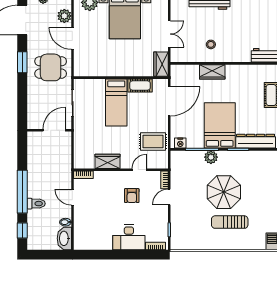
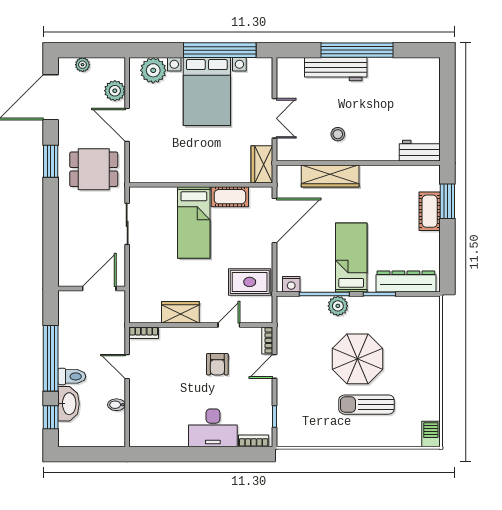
wardrobe: (212, 72) -> (330, 176), width x1.50
bed: (220, 125) -> (351, 258), width x0.67
wall: (49, 130) -> (92, 289), moved
door: (54, 130) -> (99, 289), moved
washbasin: (64, 238) -> (69, 404), moved, turned 180

